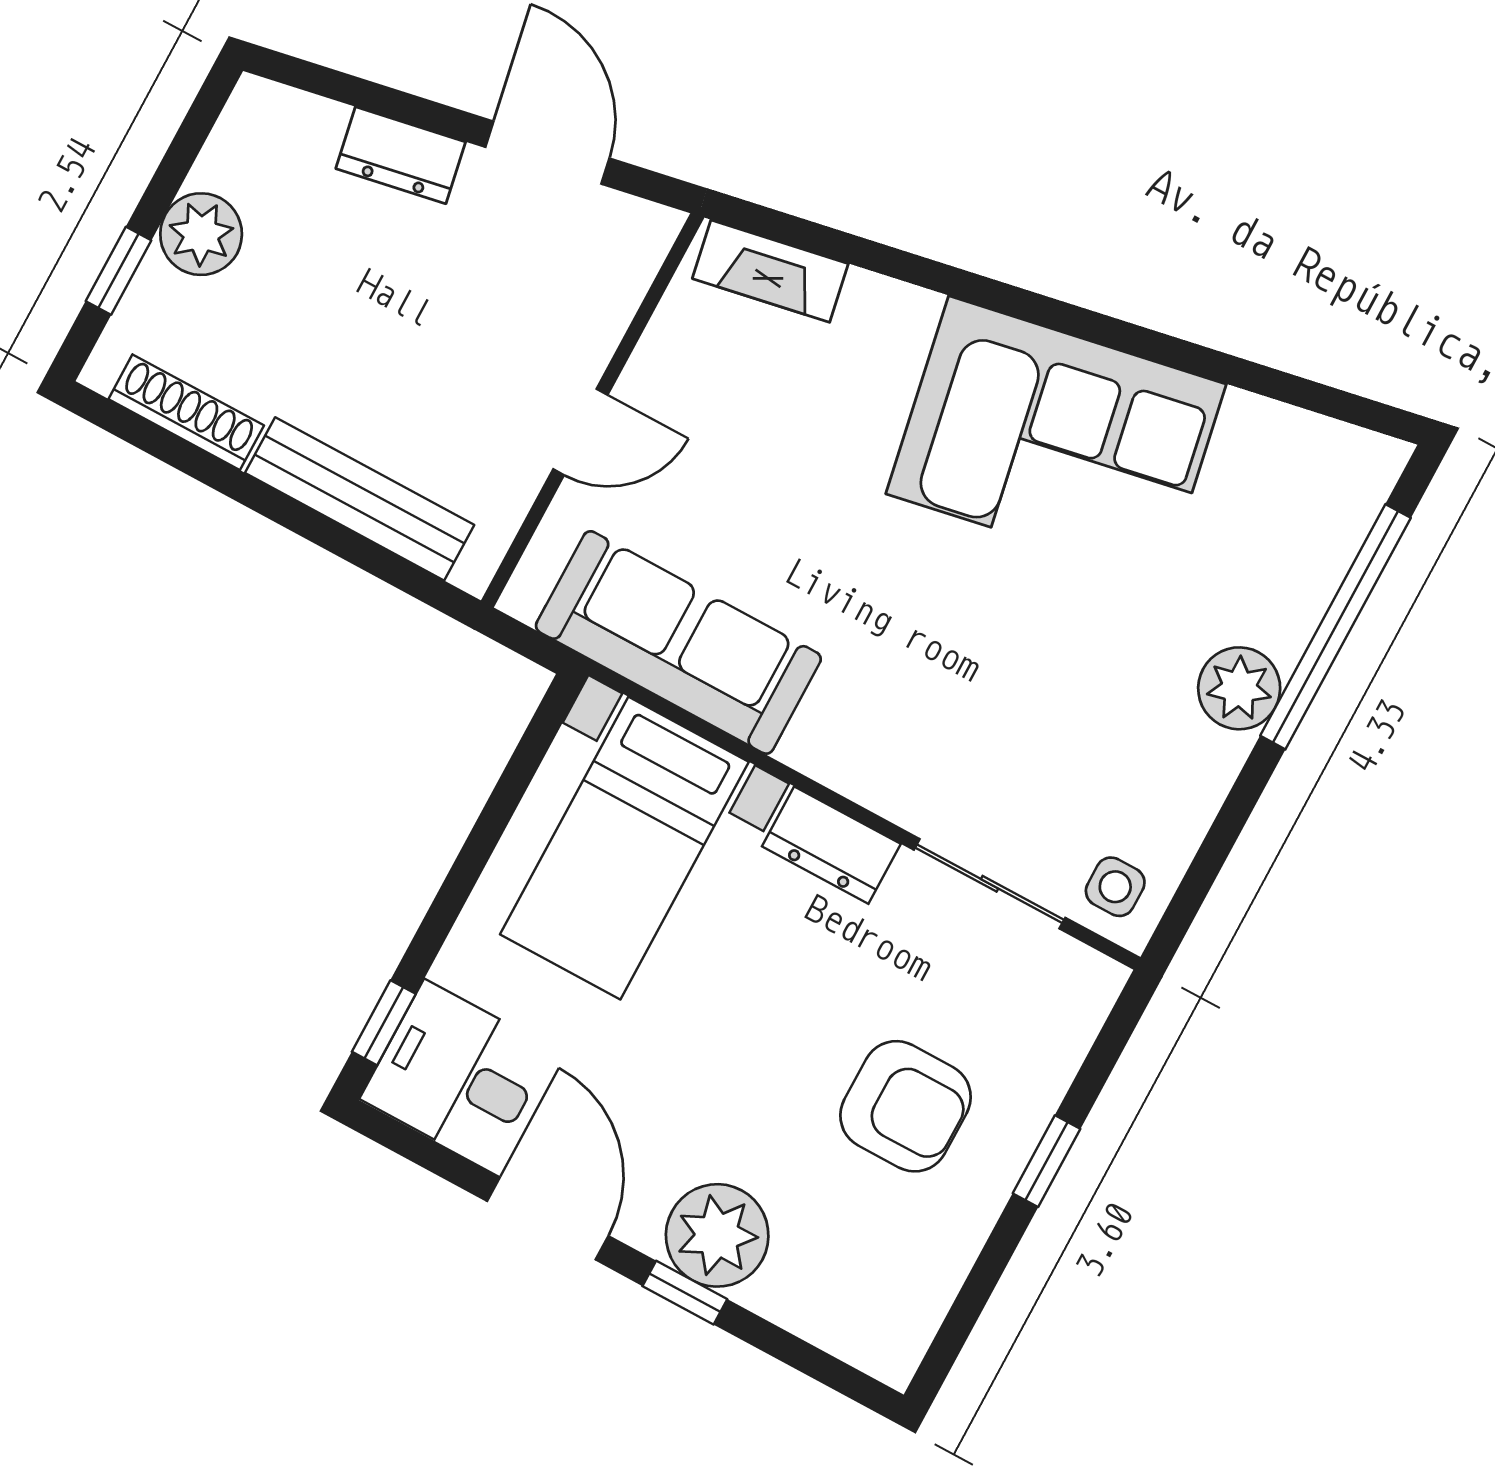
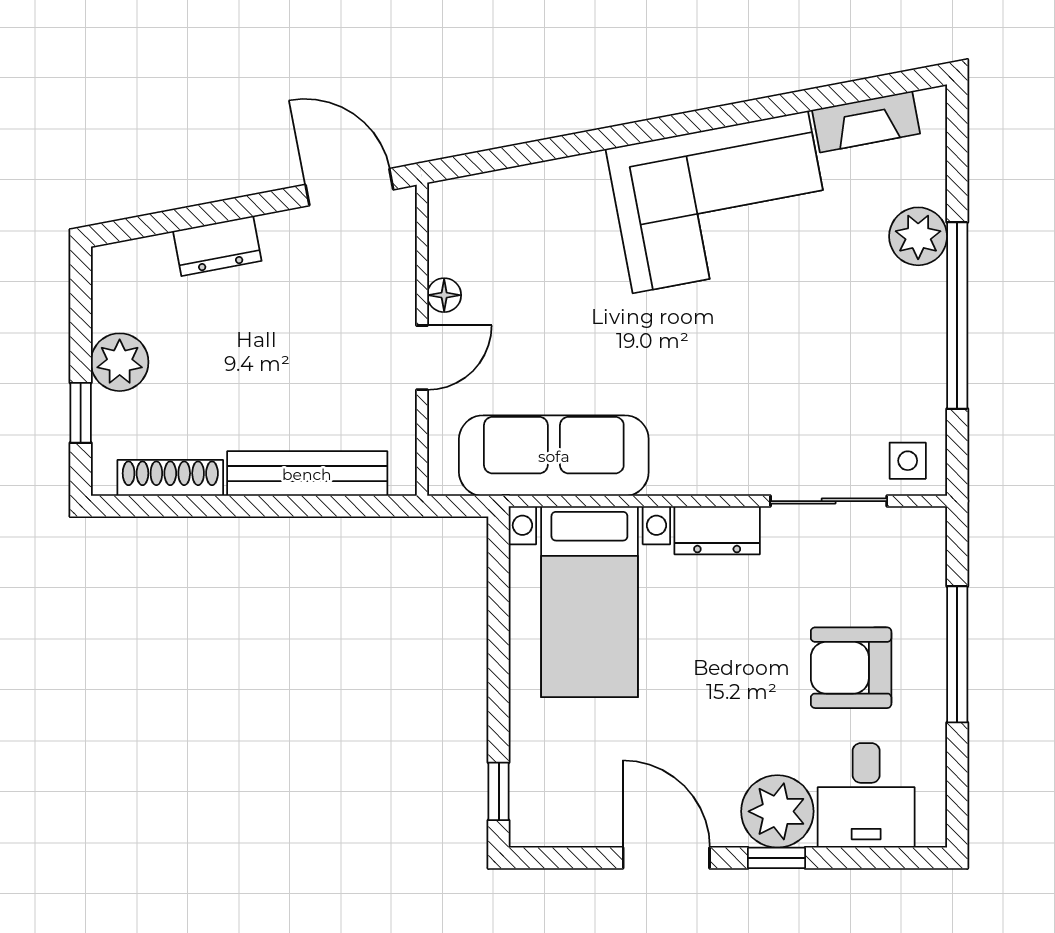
door: (547, 153) -> (349, 187), moved
fireplace: (770, 271) -> (866, 122), moved
floor lamp: (650, 369) -> (444, 295), added
window: (1335, 627) -> (957, 316), moved
plant: (1239, 688) -> (918, 236), moved
desk: (457, 1074) -> (866, 795), moved, turned -90
armchair: (906, 1106) -> (851, 668), turned 180
window: (1047, 1161) -> (957, 654), width x2.17

